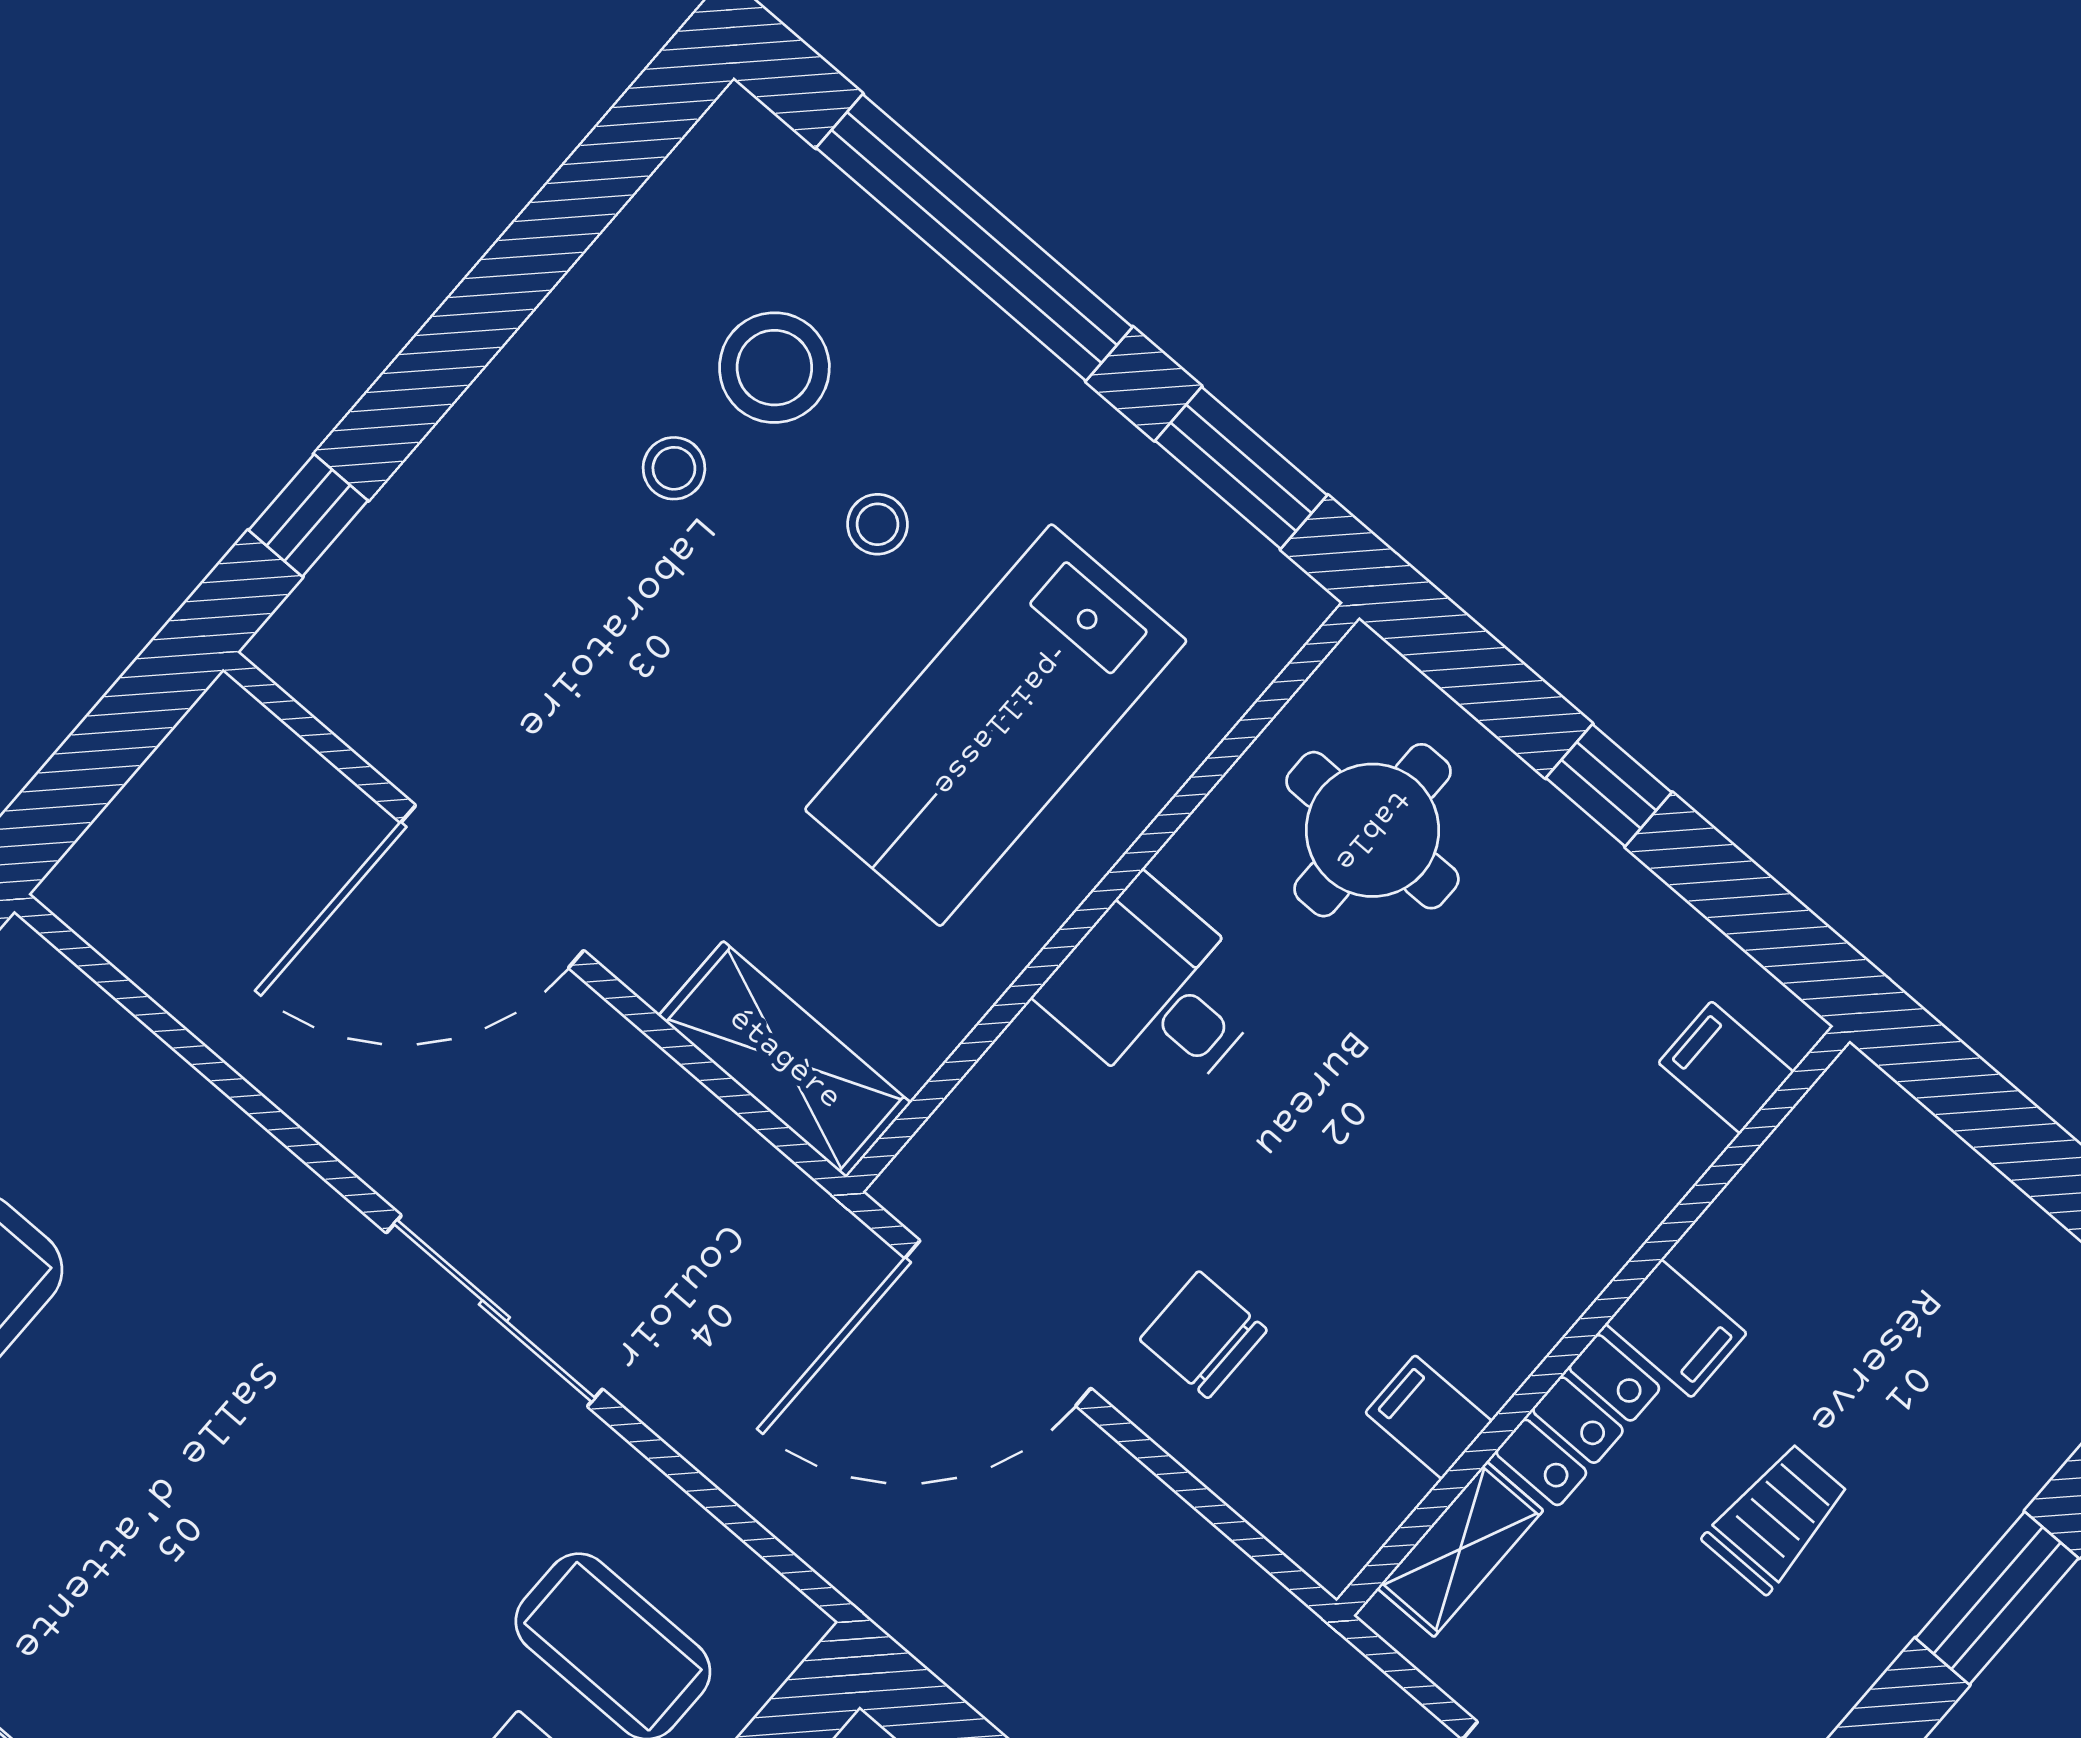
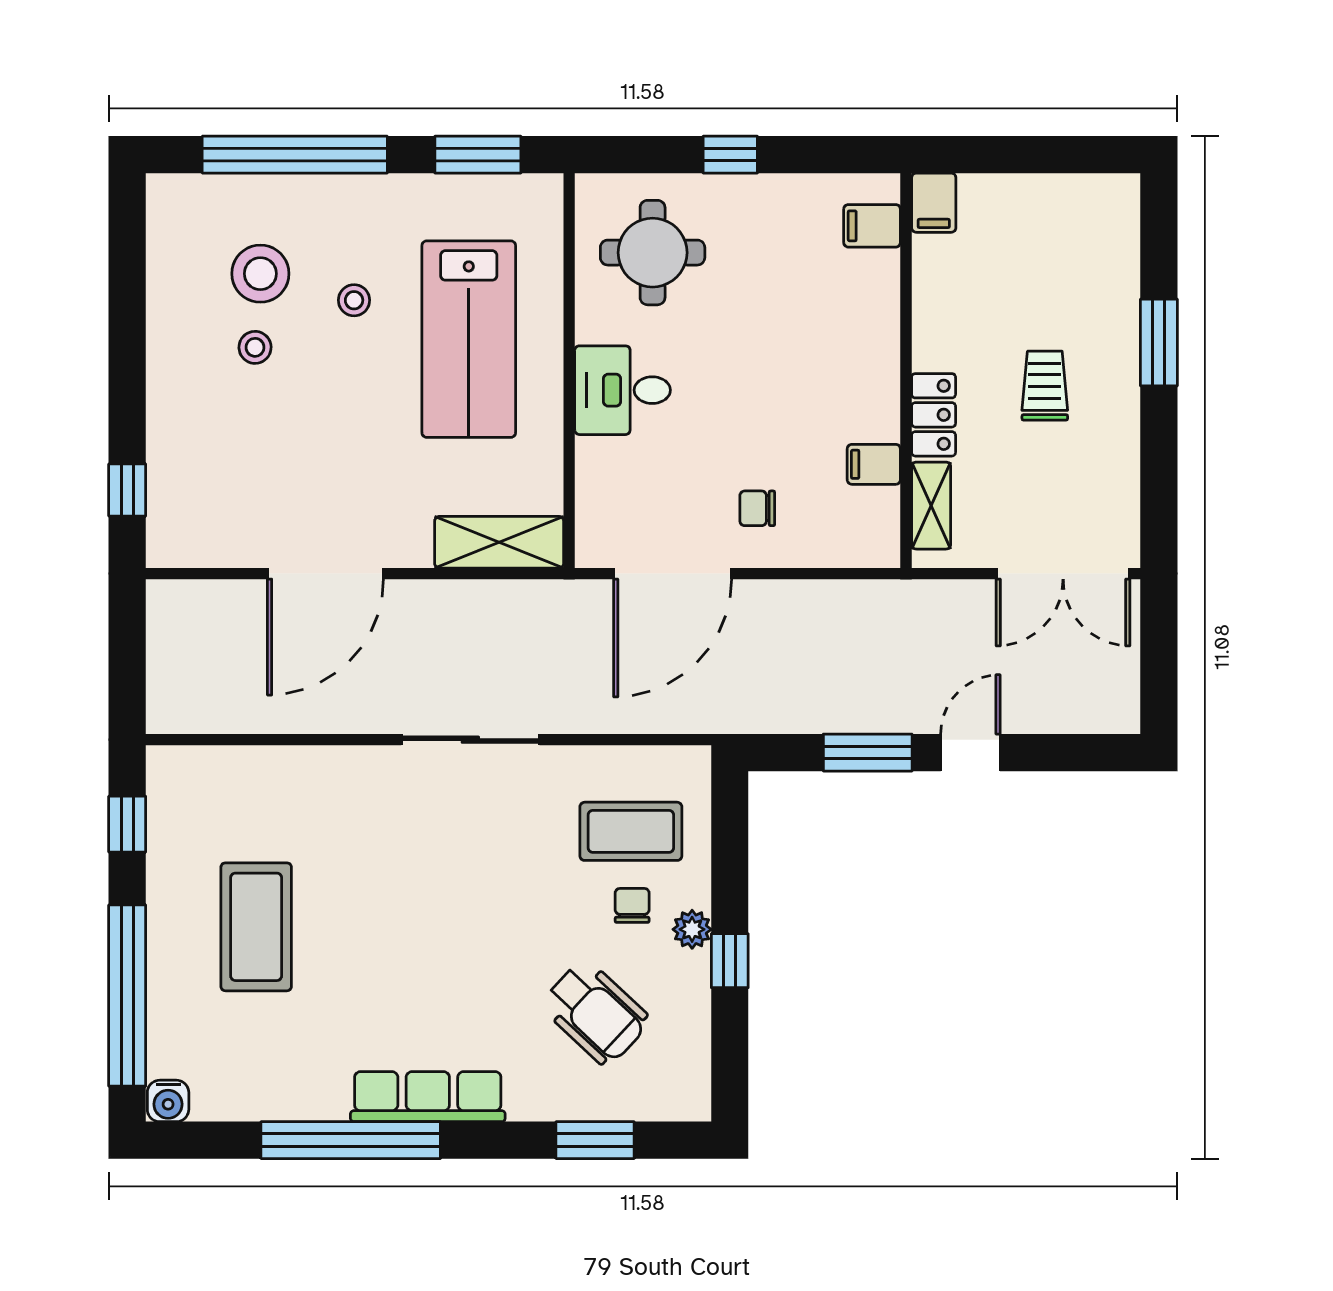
filing cabinet: (1676, 1328) -> (934, 203), moved, turned 90
chair: (1203, 1335) -> (757, 508), width x0.73, depth x0.73

